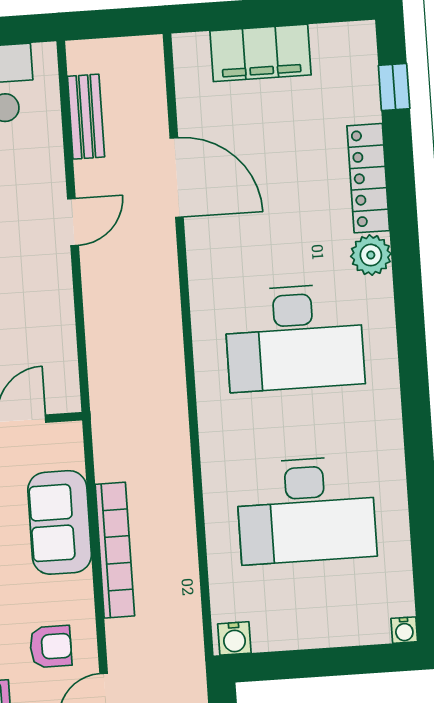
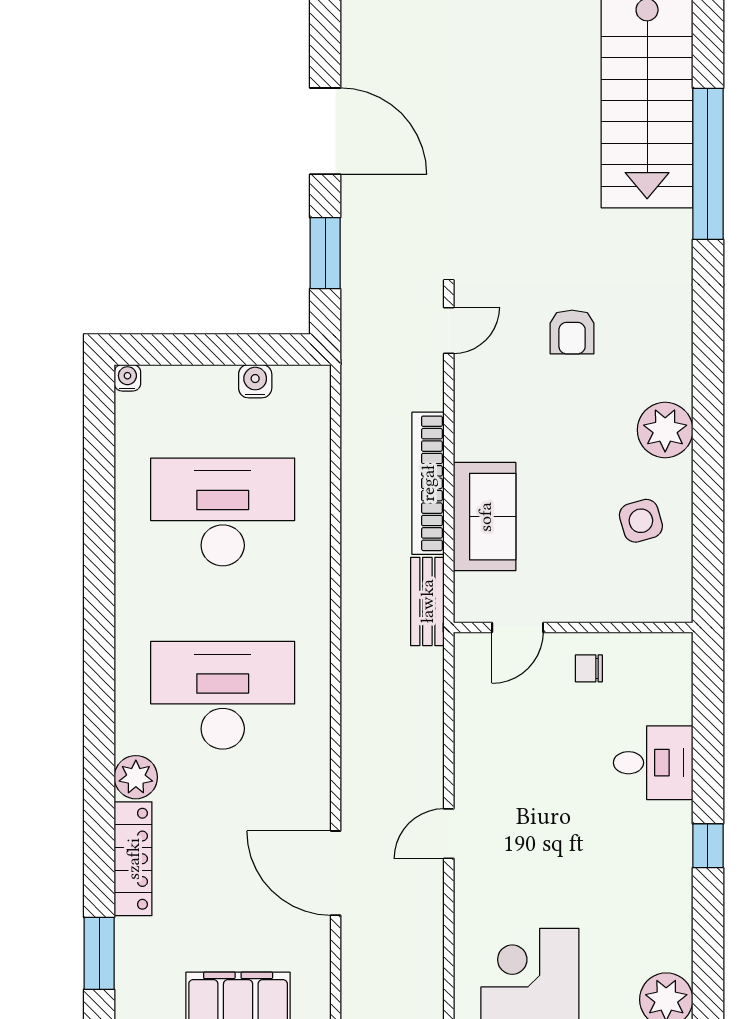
window: (394, 87) -> (99, 953), width x1.50
bench: (86, 117) -> (427, 601), moved
water cooler: (234, 638) -> (255, 381), moved
armchair: (51, 647) -> (503, 386), removed

